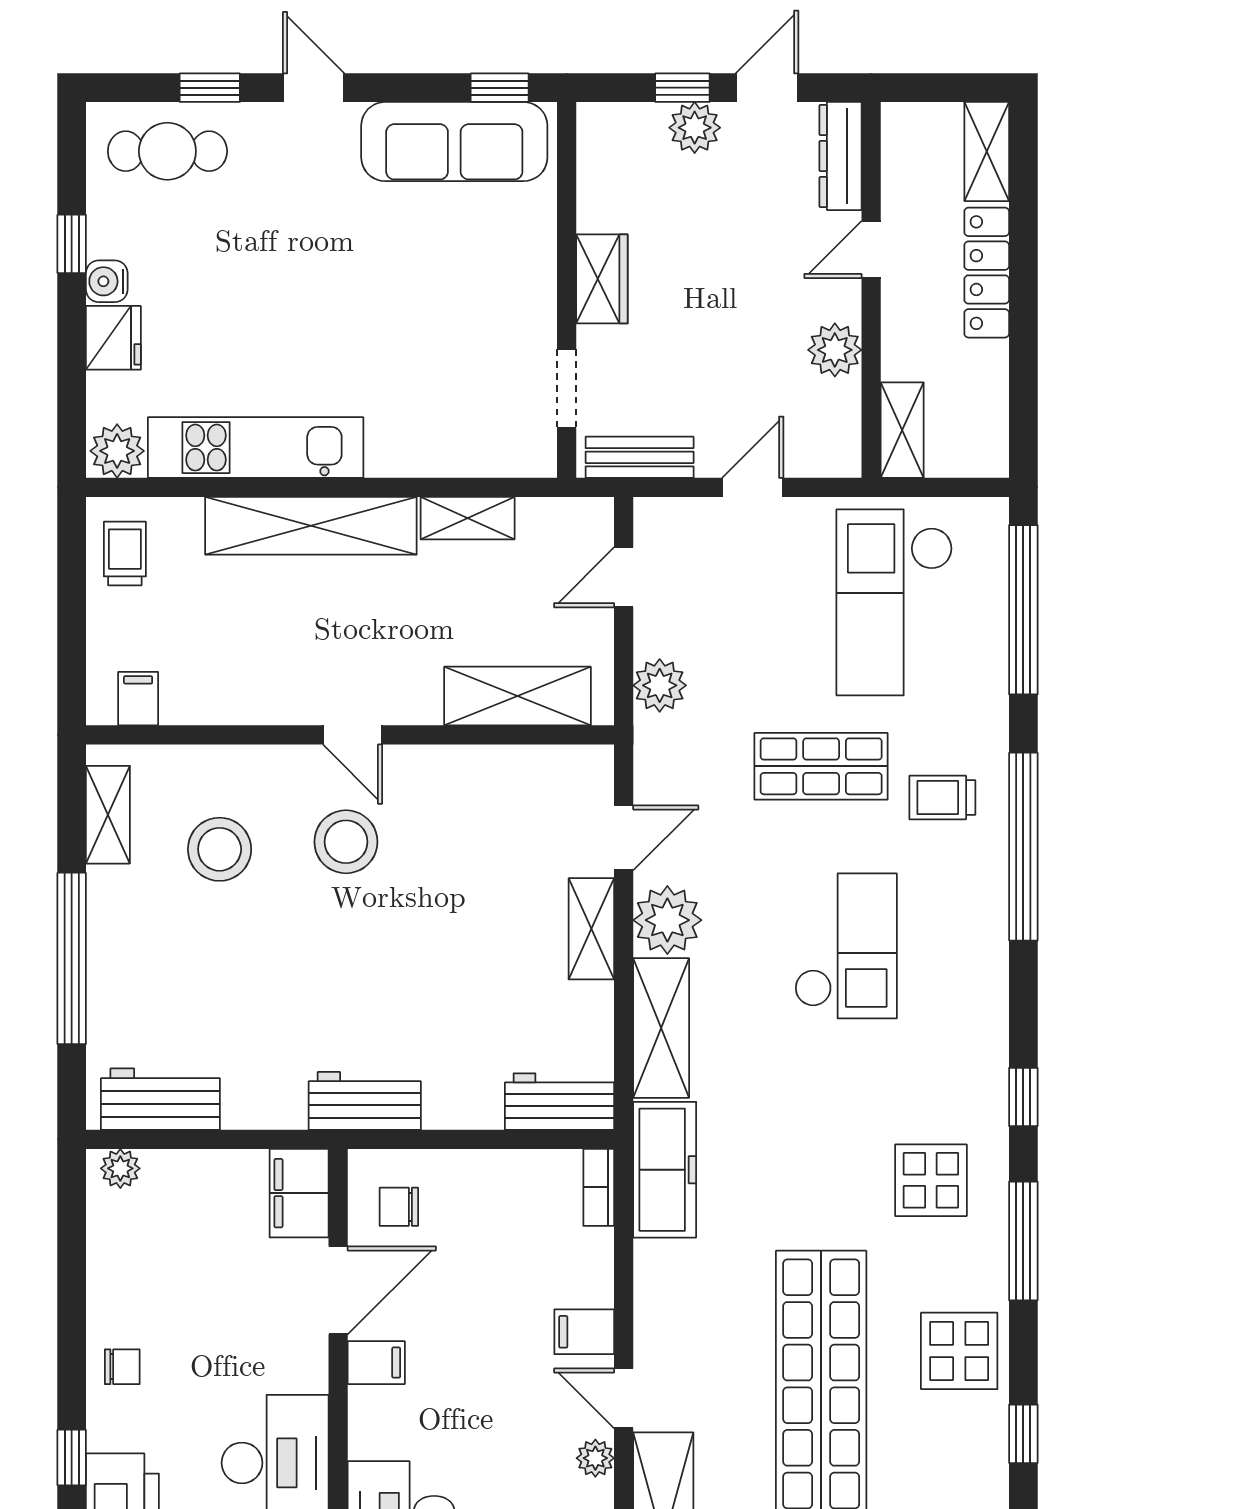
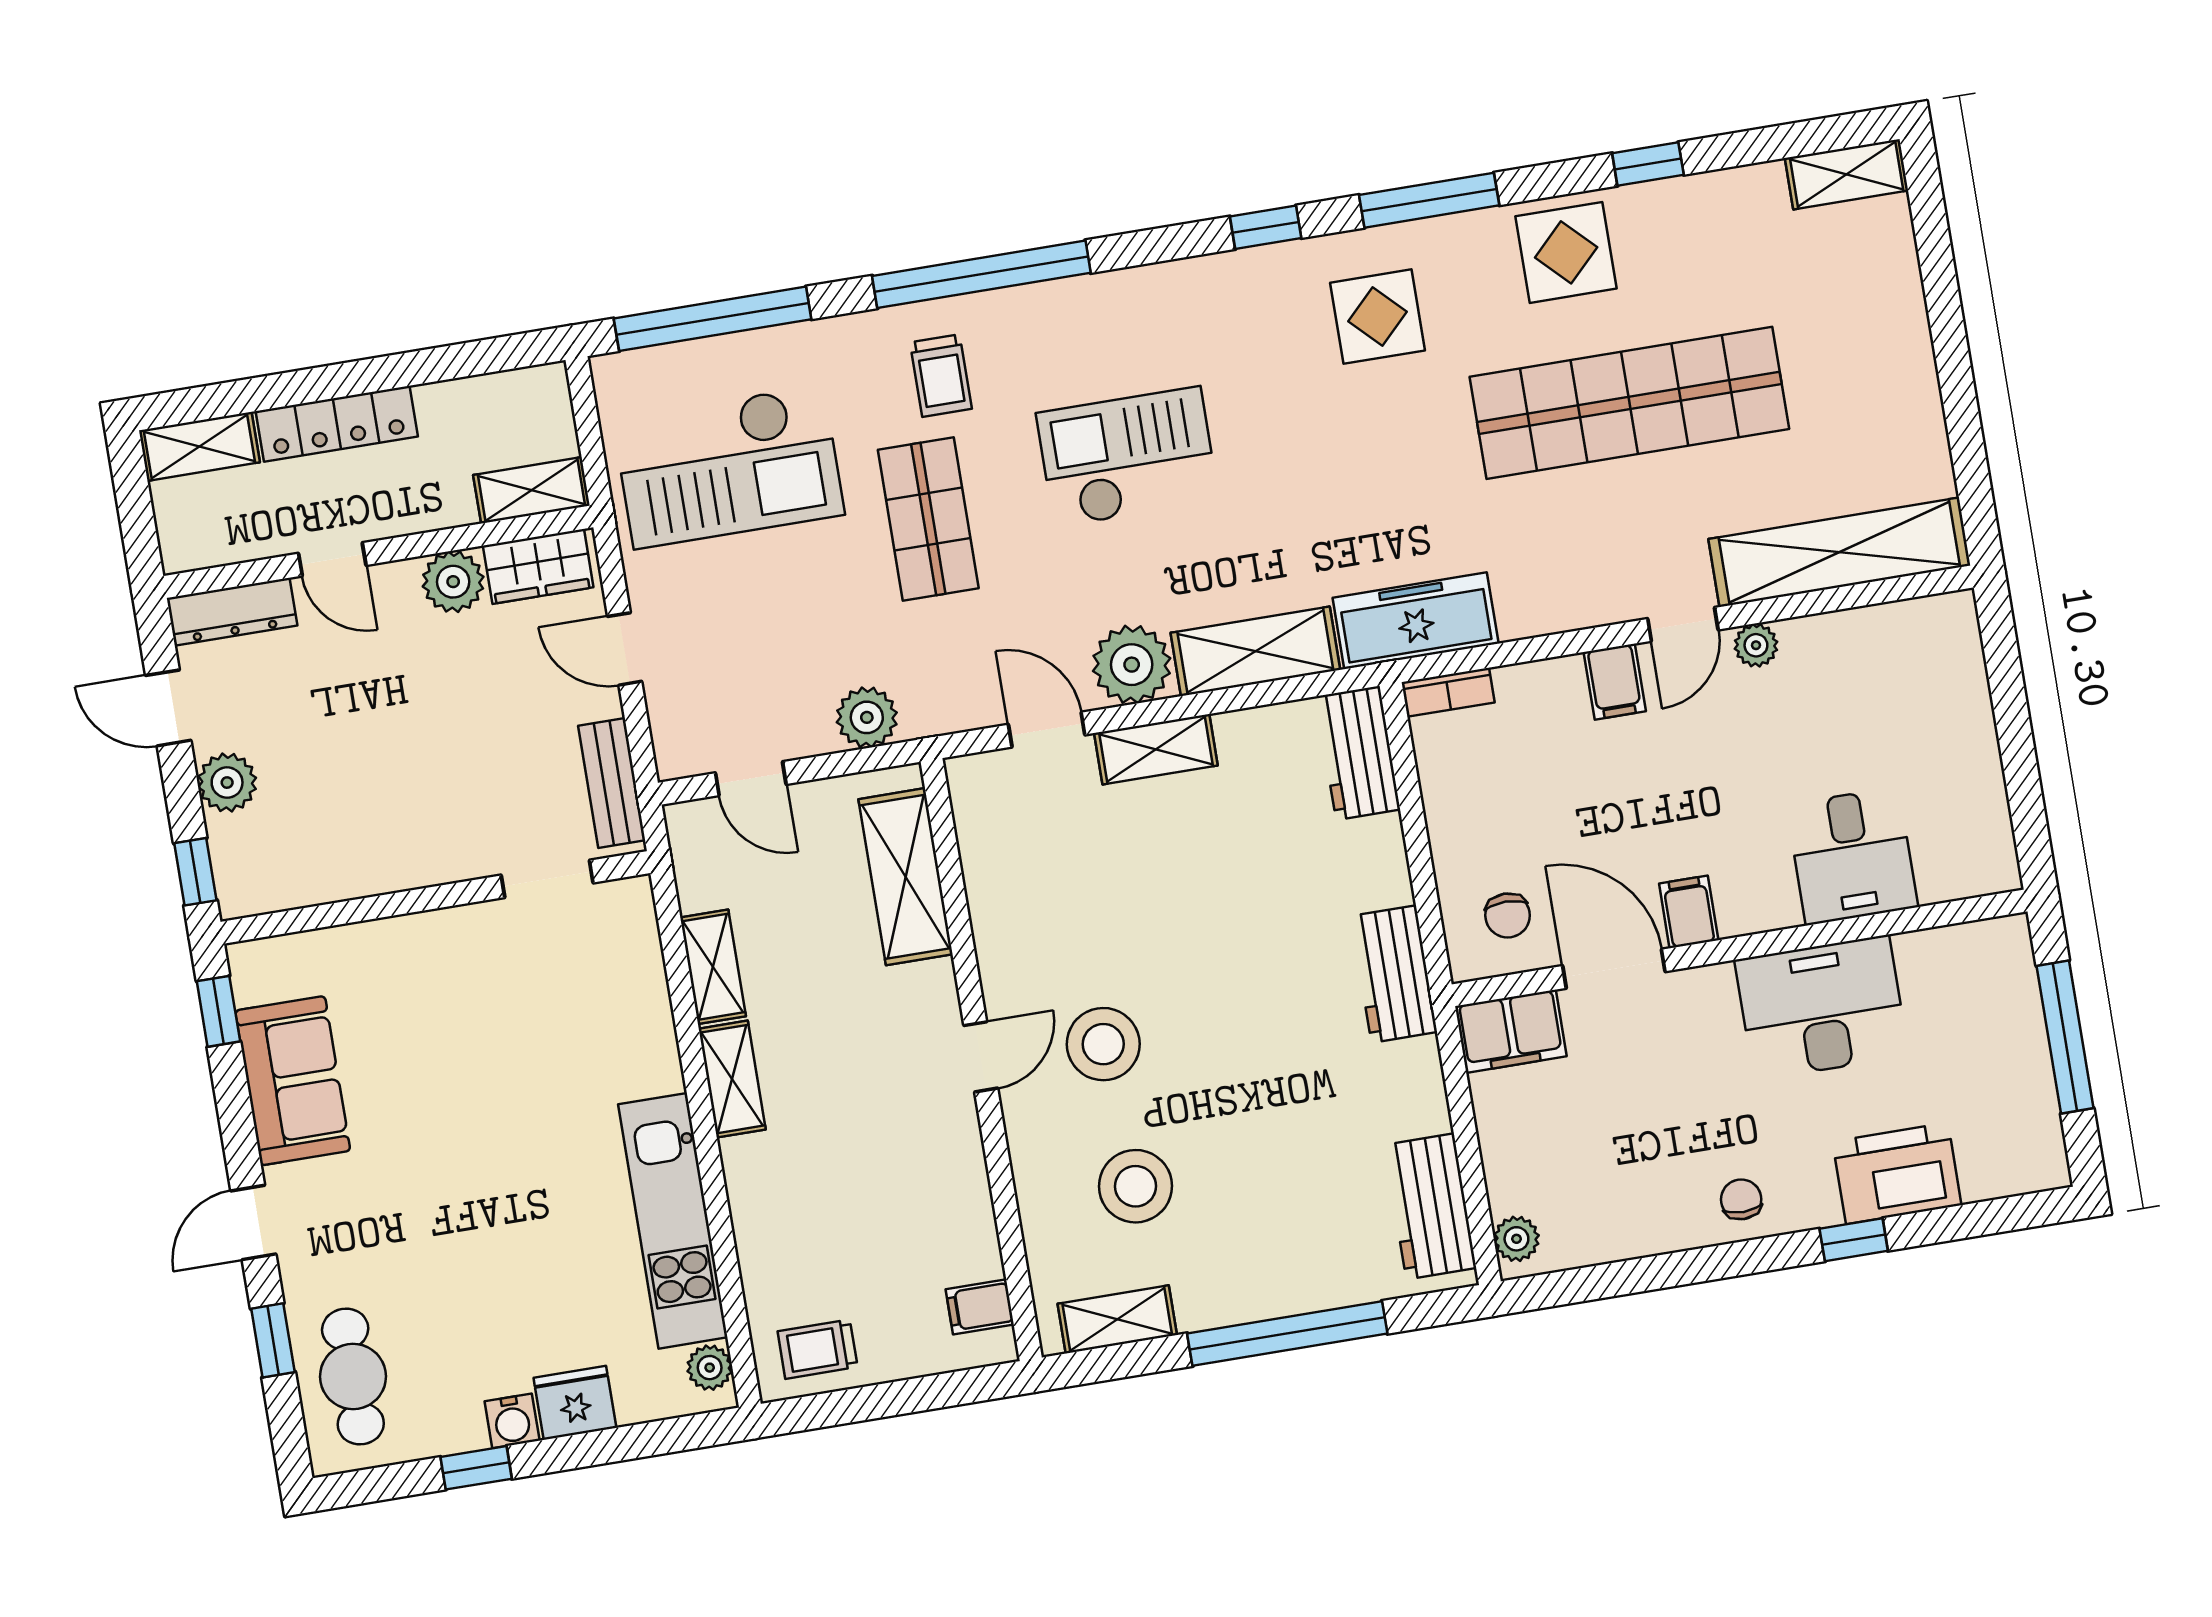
window: (682, 88) -> (195, 872), moved
sofa: (454, 142) -> (293, 1081), width x0.73
wardrobe: (602, 279) -> (538, 566), moved, turned 180
plant: (117, 451) -> (710, 1368), width x0.73, depth x0.73
shelving: (311, 526) -> (732, 1079), width x0.45, depth x0.75

